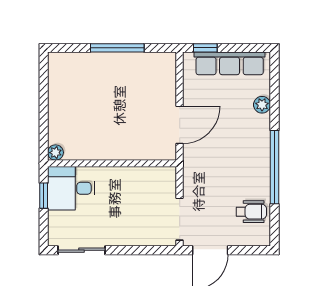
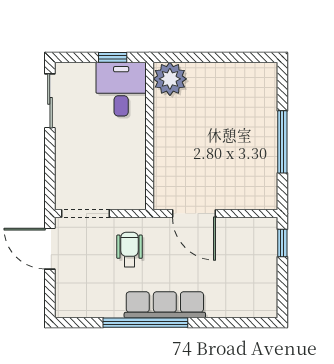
row of seats: (230, 63) -> (165, 305), moved, turned 90
plant: (262, 105) -> (217, 308), removed
plant: (56, 153) -> (170, 79), width x1.87, depth x1.87
wheelchair: (251, 212) -> (129, 249), moved, turned 180

